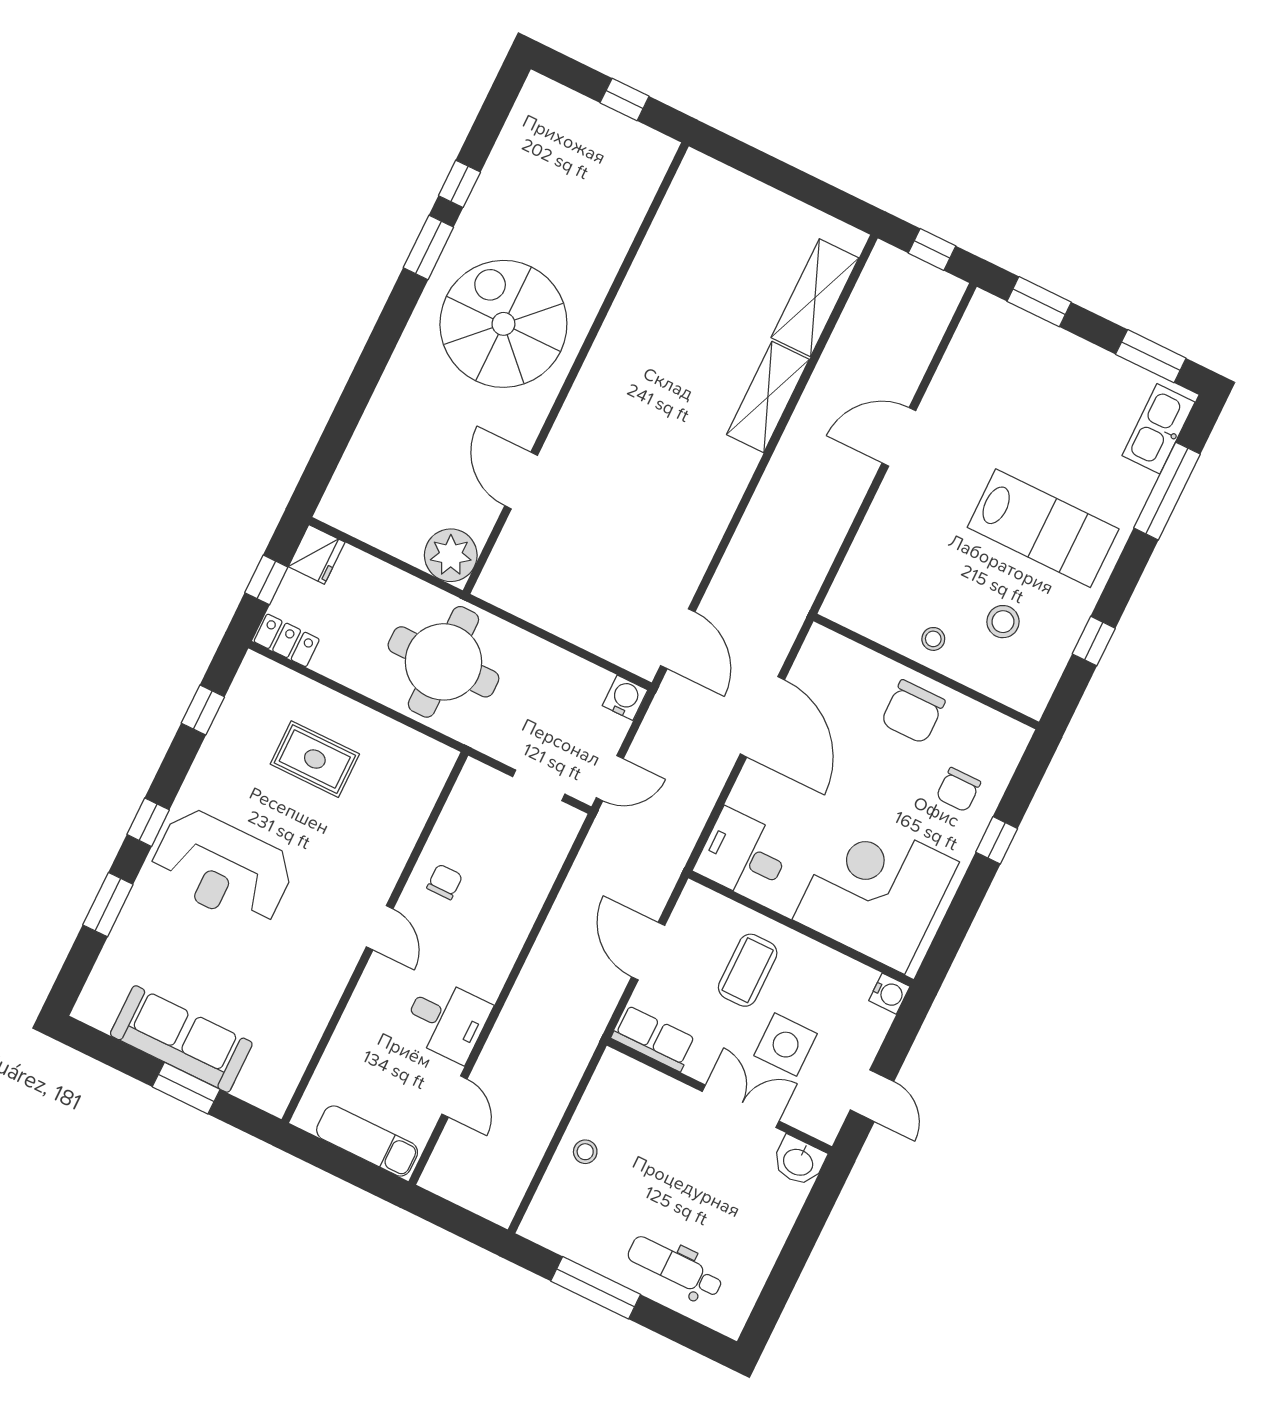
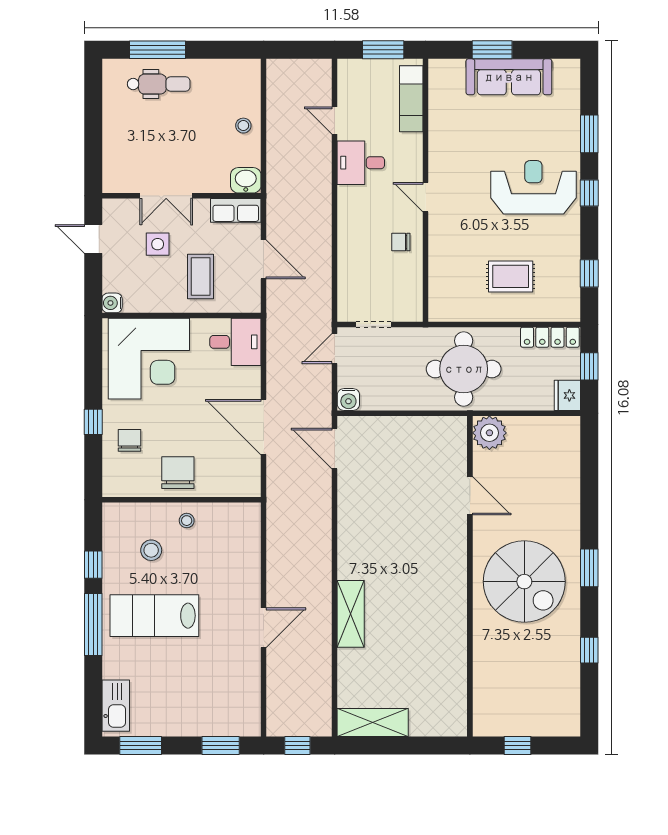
window: (428, 247) -> (589, 568), moved
shelving: (815, 298) -> (373, 722), moved, turned 90
window: (1167, 491) -> (93, 625), moved
locker: (287, 640) -> (550, 337), width x1.53
chair: (445, 882) -> (401, 242), turned 90
side table: (786, 1045) -> (158, 244), width x0.73, depth x0.73
exam couch: (367, 1141) -> (411, 99), moved, turned 90
washbasin: (799, 1161) -> (246, 180), moved
window: (338, 1162) -> (383, 50), added
window: (596, 1288) -> (157, 50), moved

